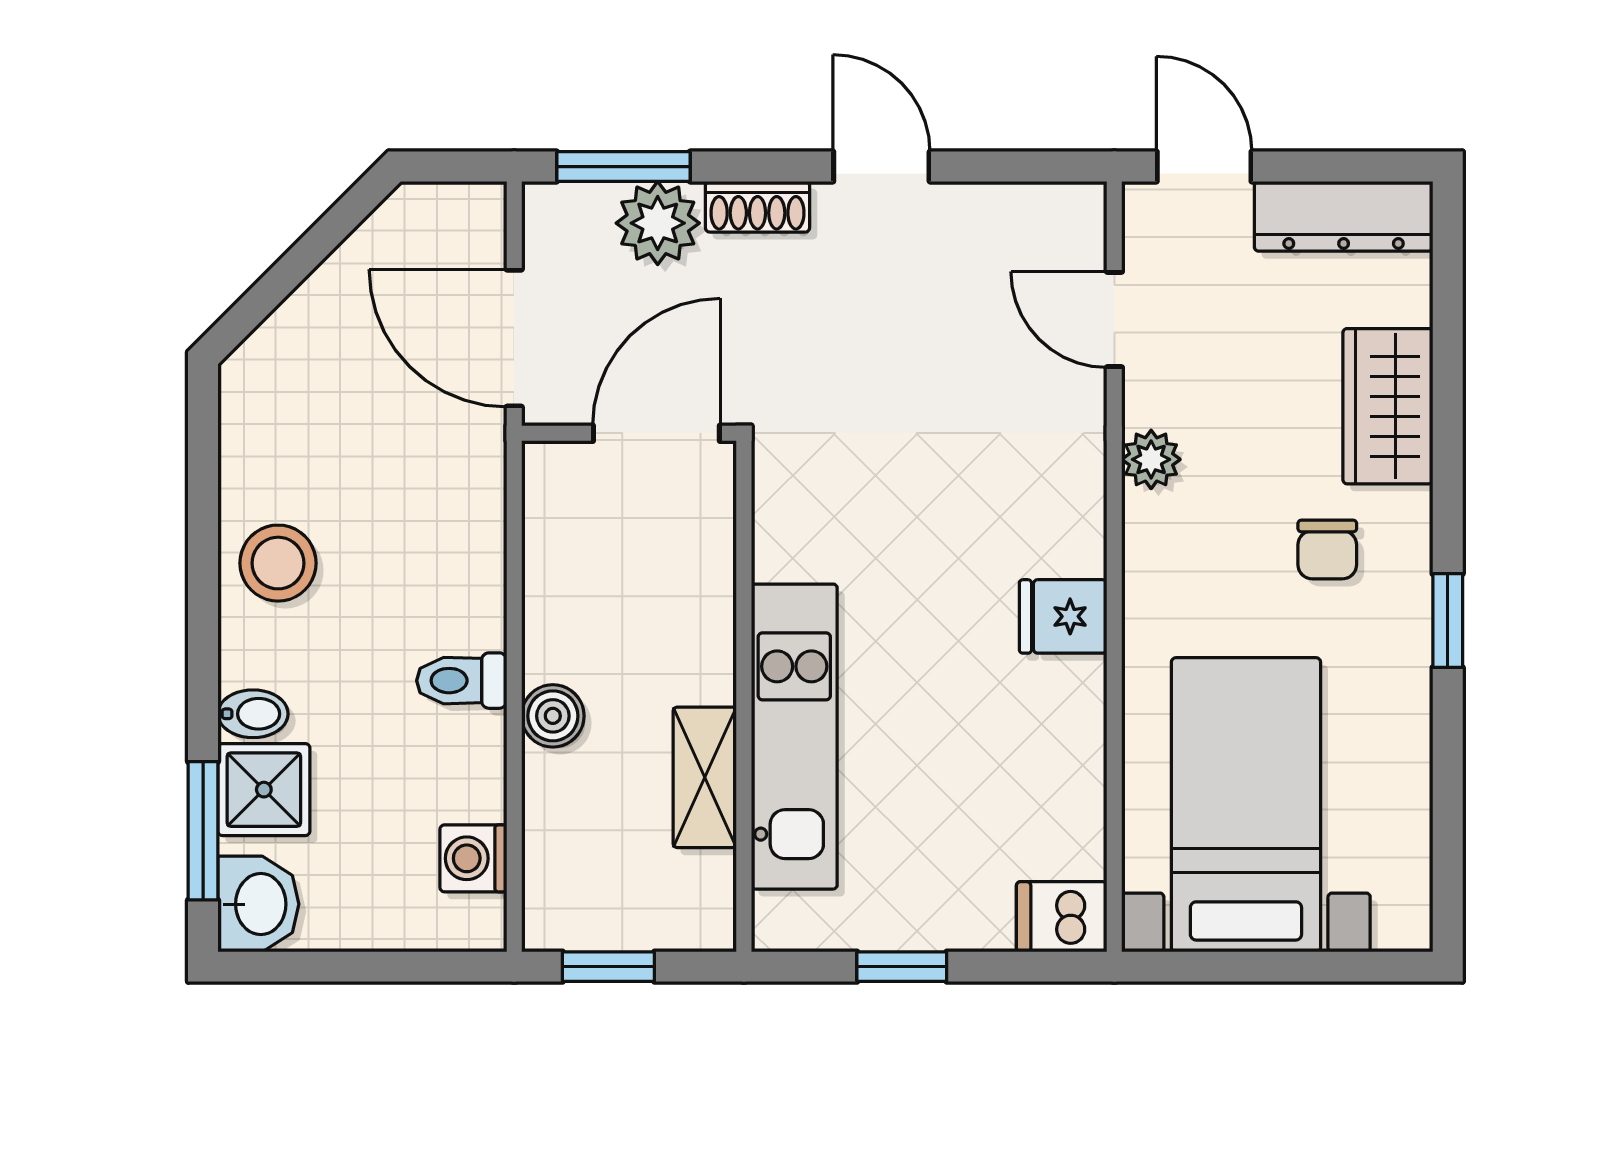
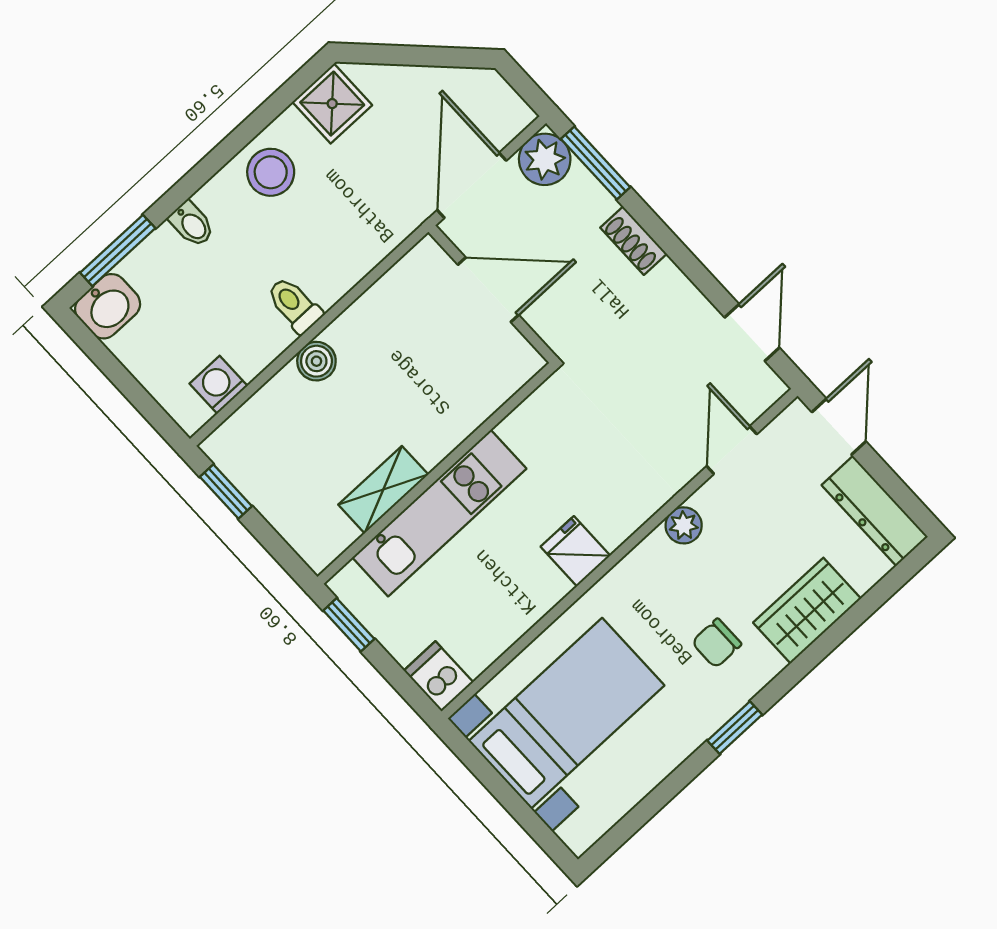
door: (881, 167) -> (752, 333), moved
plant: (658, 223) -> (545, 159), moved
wall: (744, 696) -> (436, 473), moved
kitchen unit: (794, 737) -> (439, 513), moved
shelving: (705, 777) -> (383, 490), moved
shower: (264, 790) -> (332, 104), moved

